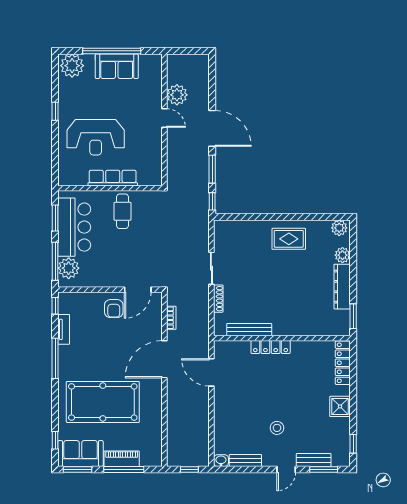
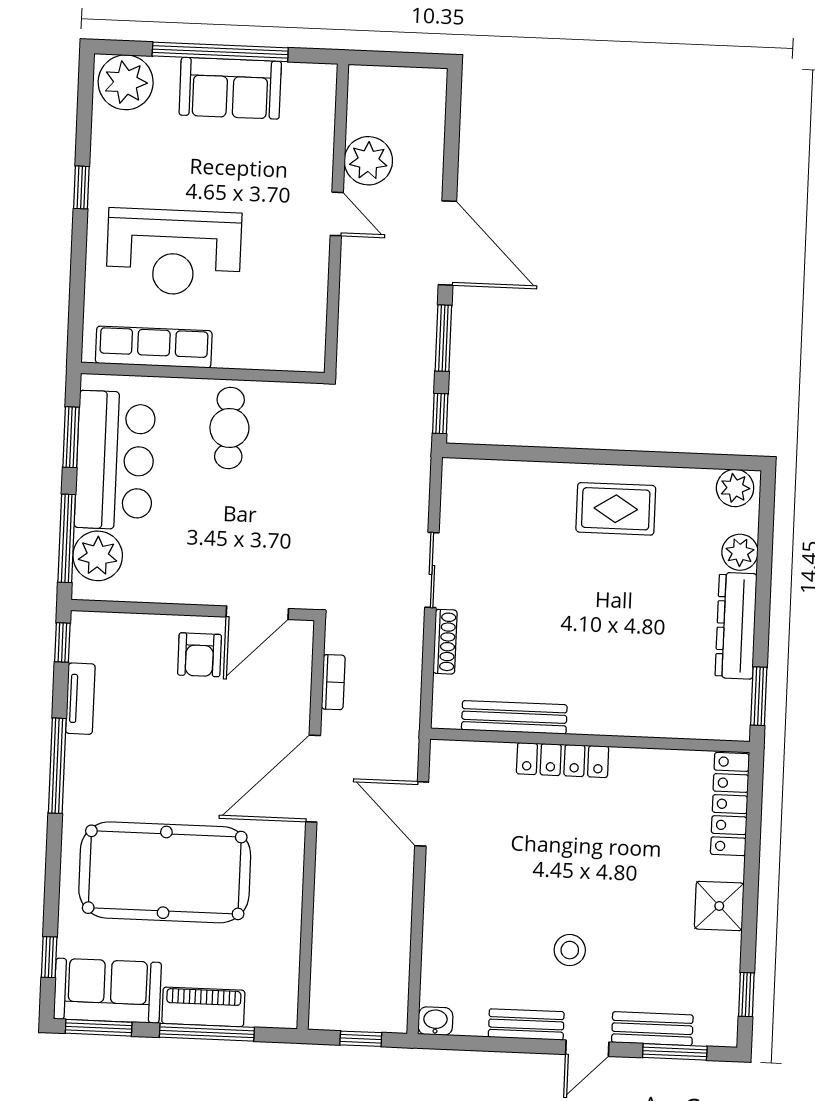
row of seats: (113, 178) -> (154, 347), moved
bench: (245, 460) -> (526, 1024), moved

